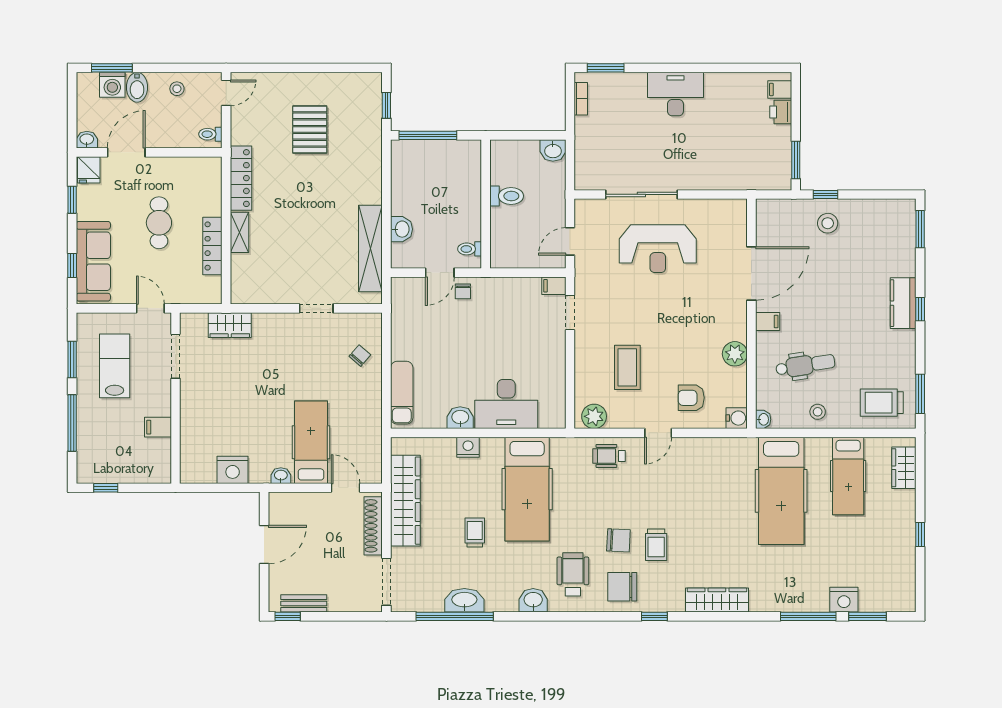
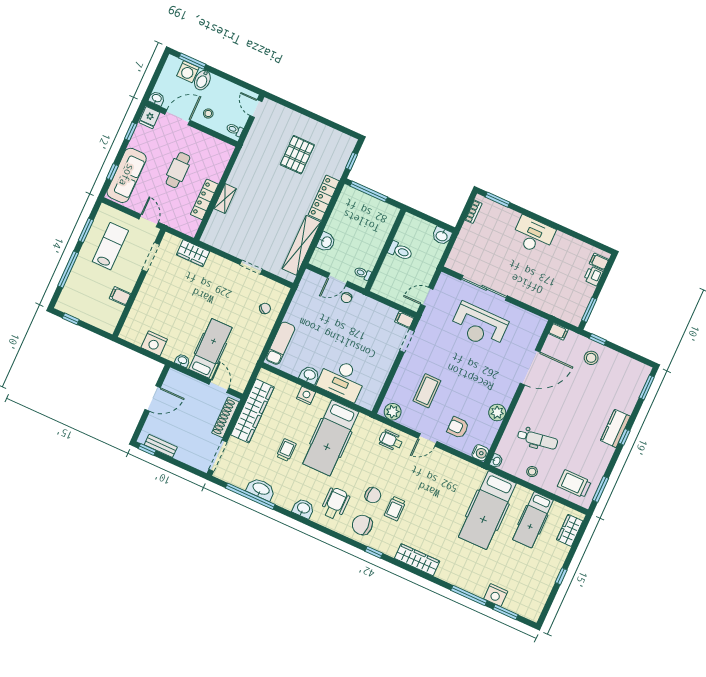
stool: (177, 89) -> (208, 114), moved
door: (226, 93) -> (256, 109), swing flipped
locker: (241, 178) -> (324, 198), moved, turned 180
filing cabinet: (768, 321) -> (558, 331), moved

